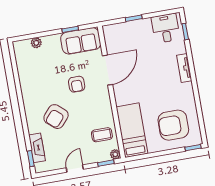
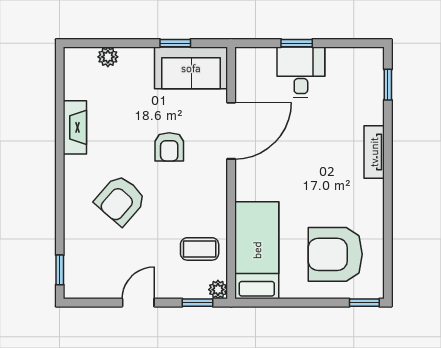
desk: (166, 28) -> (301, 72), moved
fireplace: (37, 148) -> (75, 127), moved

